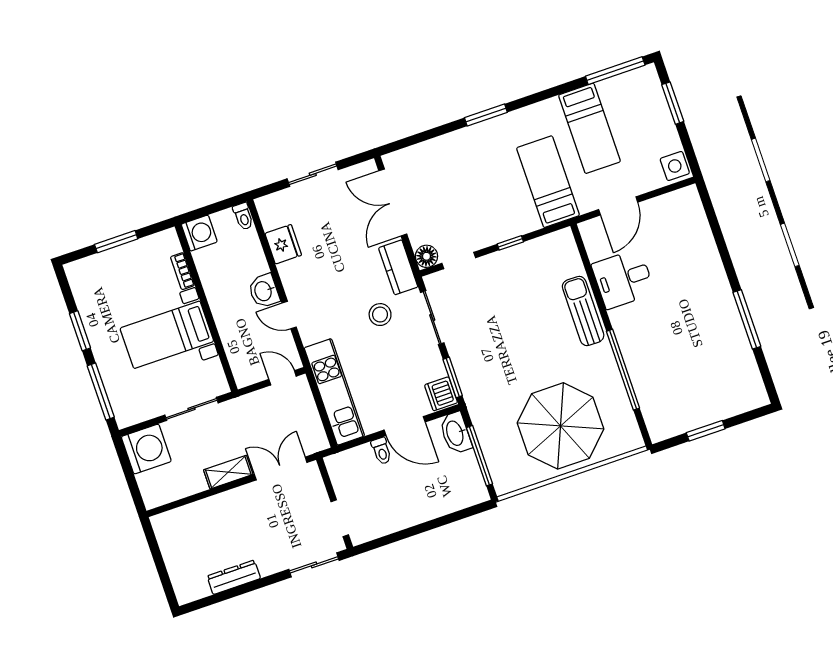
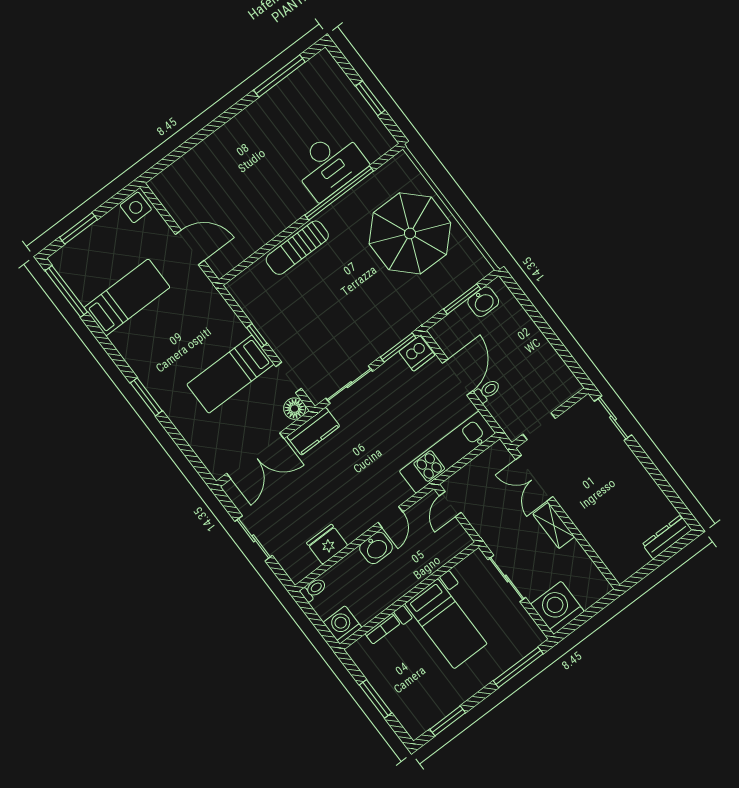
bed: (548, 182) -> (230, 374), moved
desk: (623, 279) -> (330, 164), moved, width x1.37
stool: (380, 315) -> (362, 434), removed
window: (747, 319) -> (279, 76), moved
window: (80, 331) -> (448, 721), moved
washbasin: (455, 433) -> (483, 302), moved, width x0.72
window: (479, 456) -> (462, 299), width x0.69
doorway: (340, 518) -> (539, 426), moved
dresser: (234, 577) -> (667, 537), moved, turned 90

